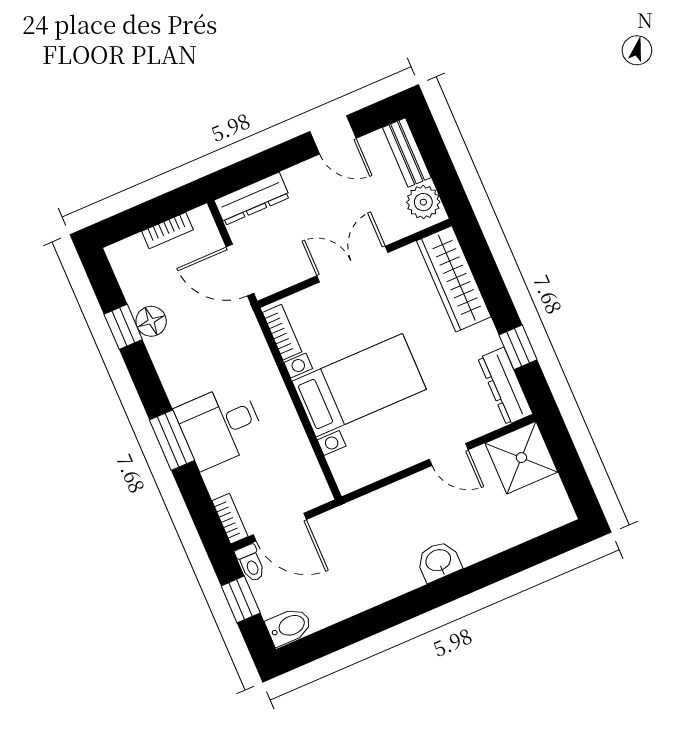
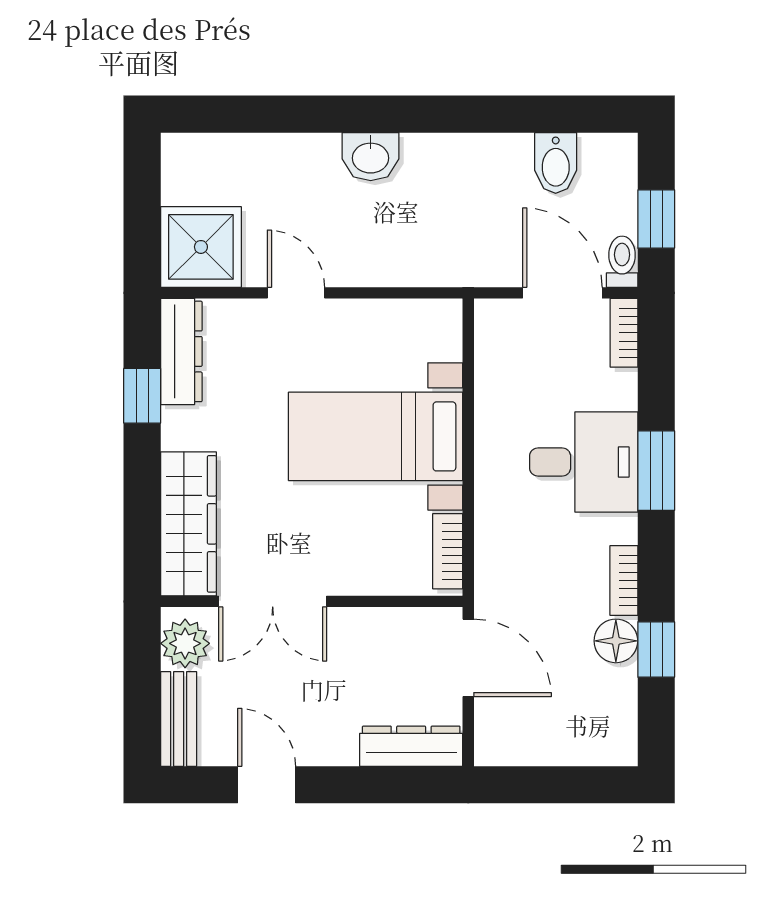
bookcase: (167, 230) -> (624, 581), moved, turned -90
double door: (352, 264) -> (273, 601), moved
bidet: (289, 626) -> (556, 163), moved, turned -90

